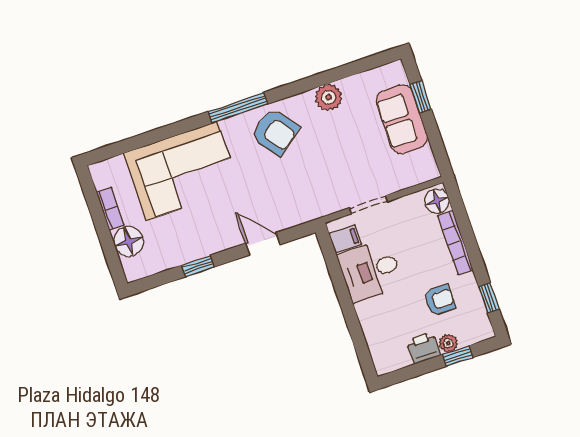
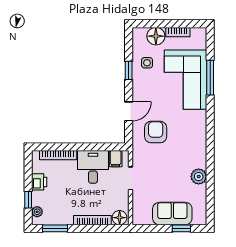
window: (238, 108) -> (210, 78), moved
armchair: (275, 132) -> (156, 132), moved, turned 128
side table: (176, 241) -> (147, 63), added
window: (489, 298) -> (55, 228), width x1.50
armchair: (439, 300) -> (63, 200), removed
bookcase: (371, 332) -> (58, 155), added
plant: (448, 343) -> (37, 212), moved

